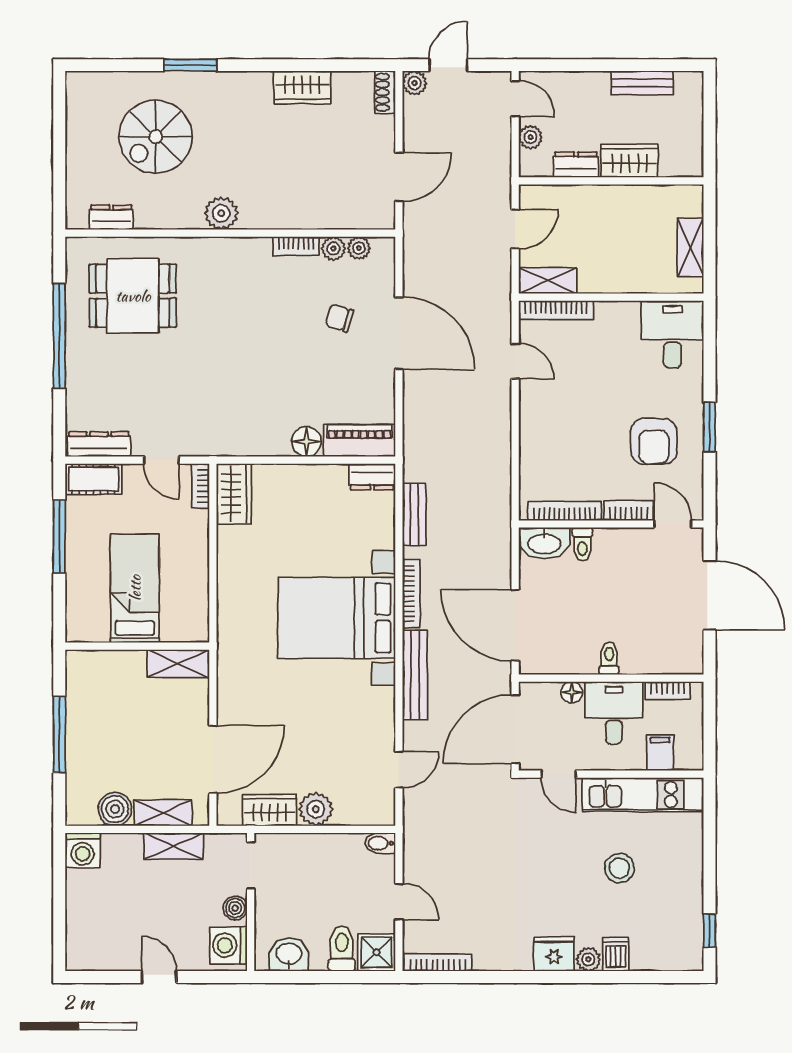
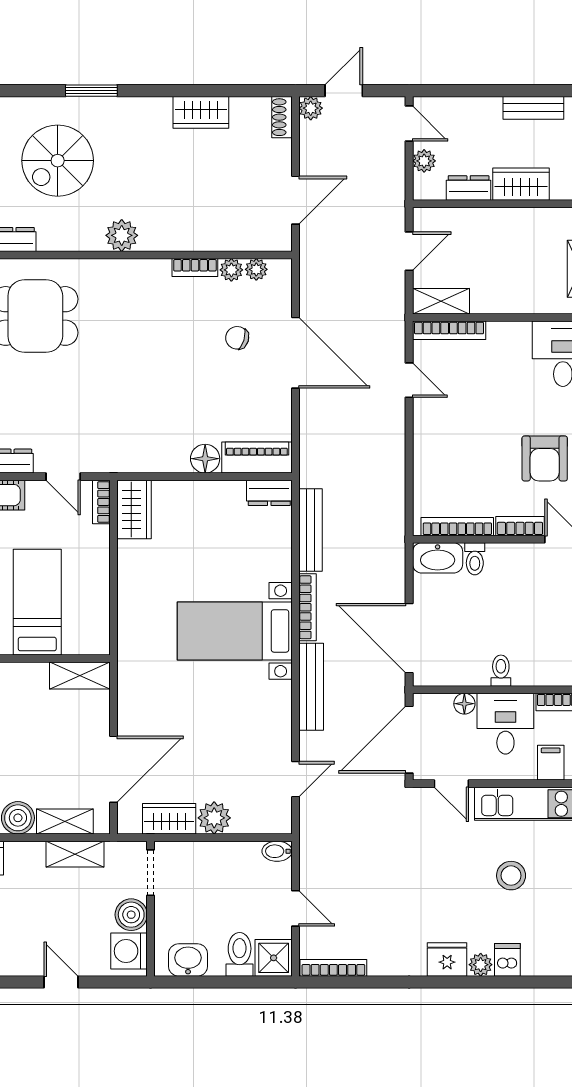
bench: (414, 515) -> (310, 530), width x1.36
bed with nightstands: (337, 618) -> (235, 631), width x0.73
boiler: (235, 908) -> (131, 915), width x1.36, depth x1.36

